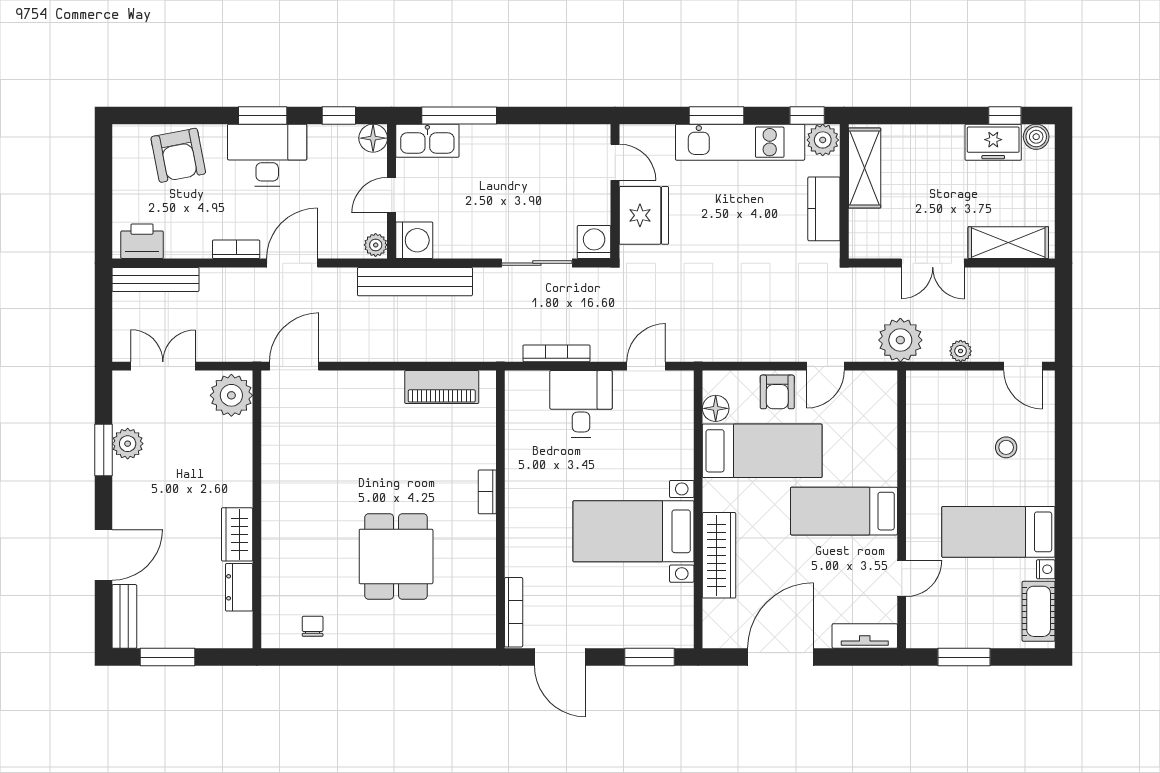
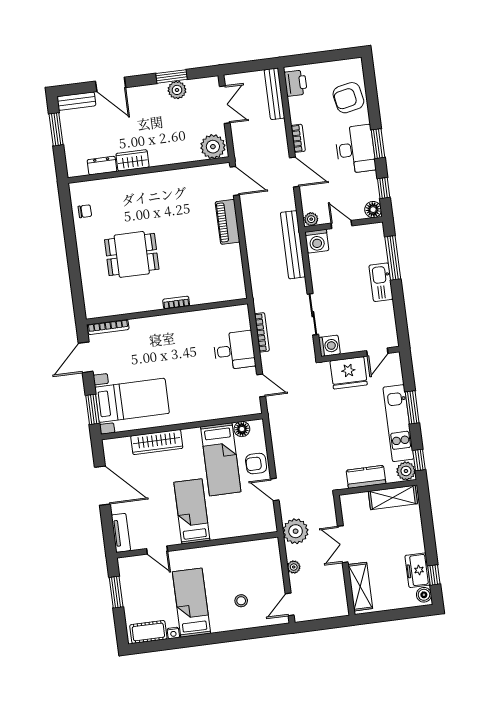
kitchen sink: (427, 141) -> (381, 282), moved
piano: (442, 387) -> (228, 222), moved
bed with nightstands: (633, 531) -> (132, 400), moved, turned 90

